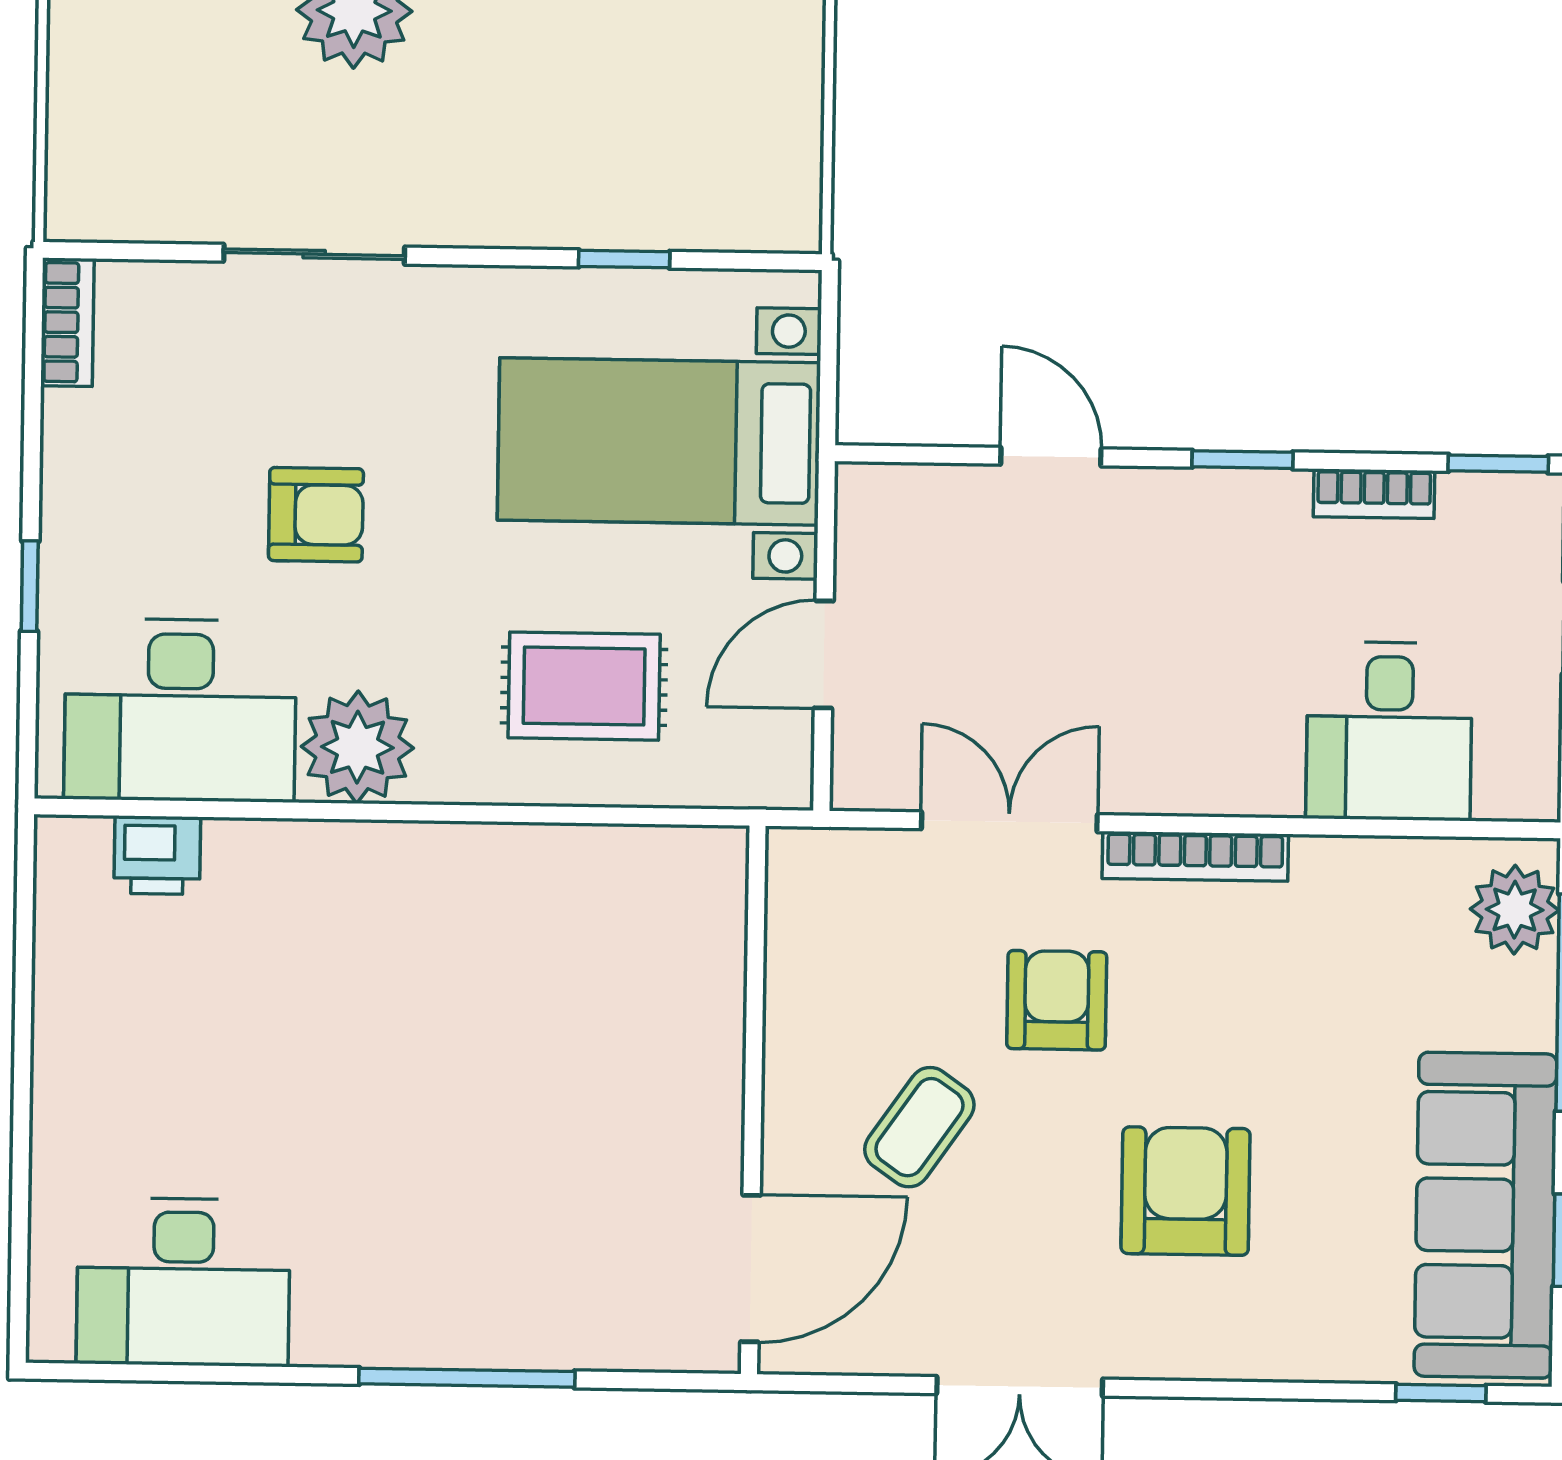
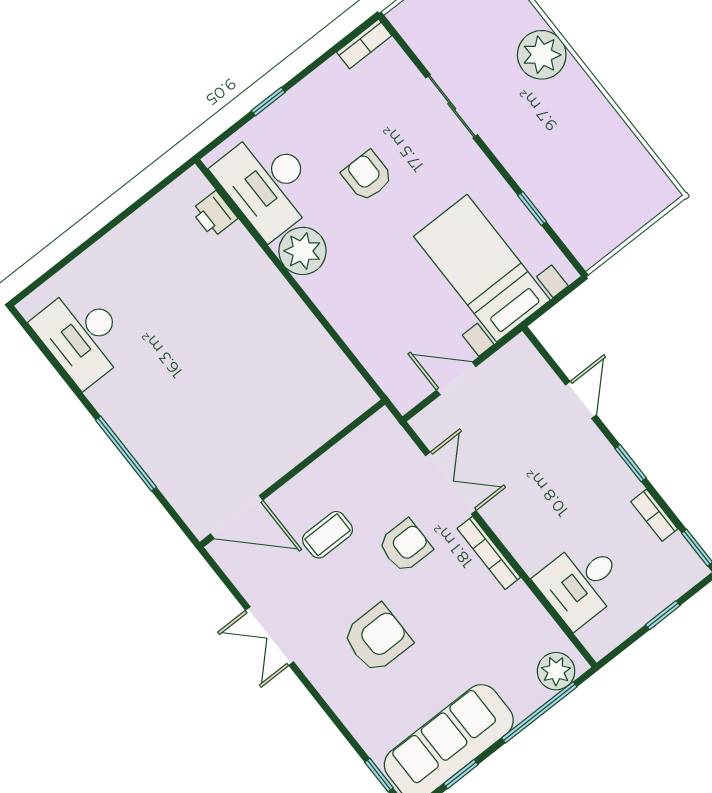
armchair: (316, 515) -> (367, 176), turned 180
rug: (584, 686) -> (382, 309), removed
coffee table: (919, 1127) -> (328, 535), turned -35

